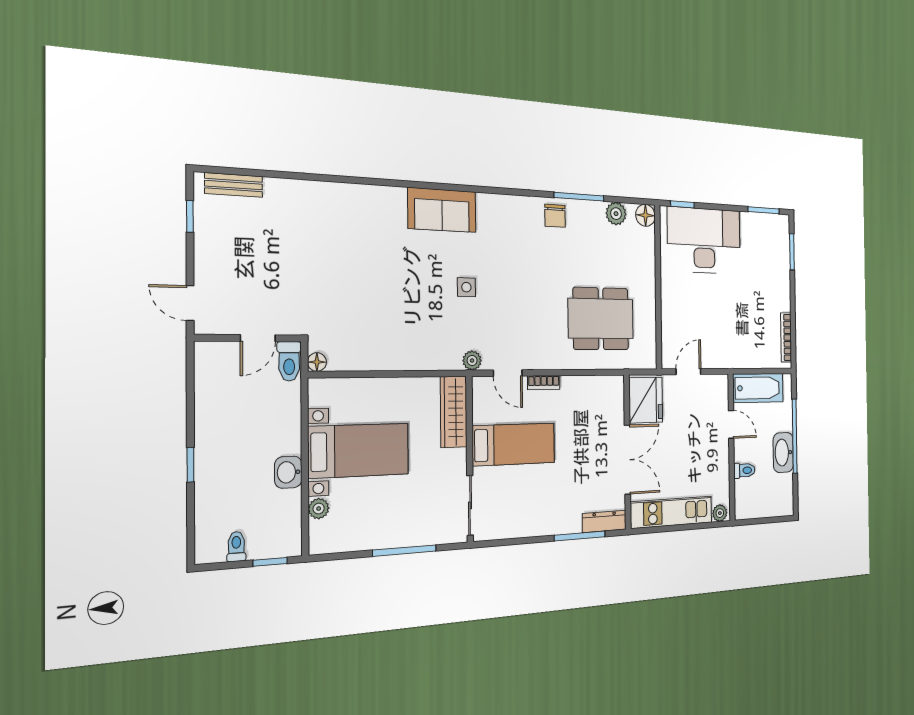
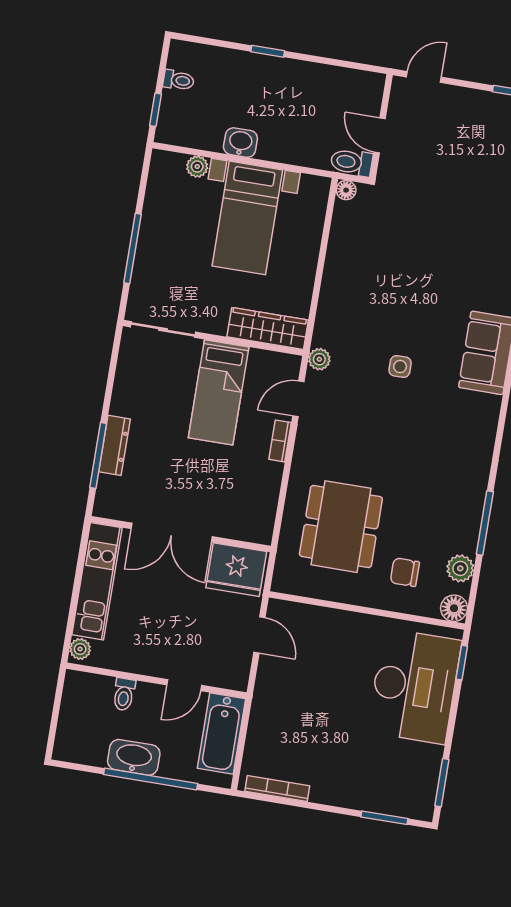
chair: (555, 216) -> (405, 572), moved
dresser: (604, 521) -> (115, 445), moved

